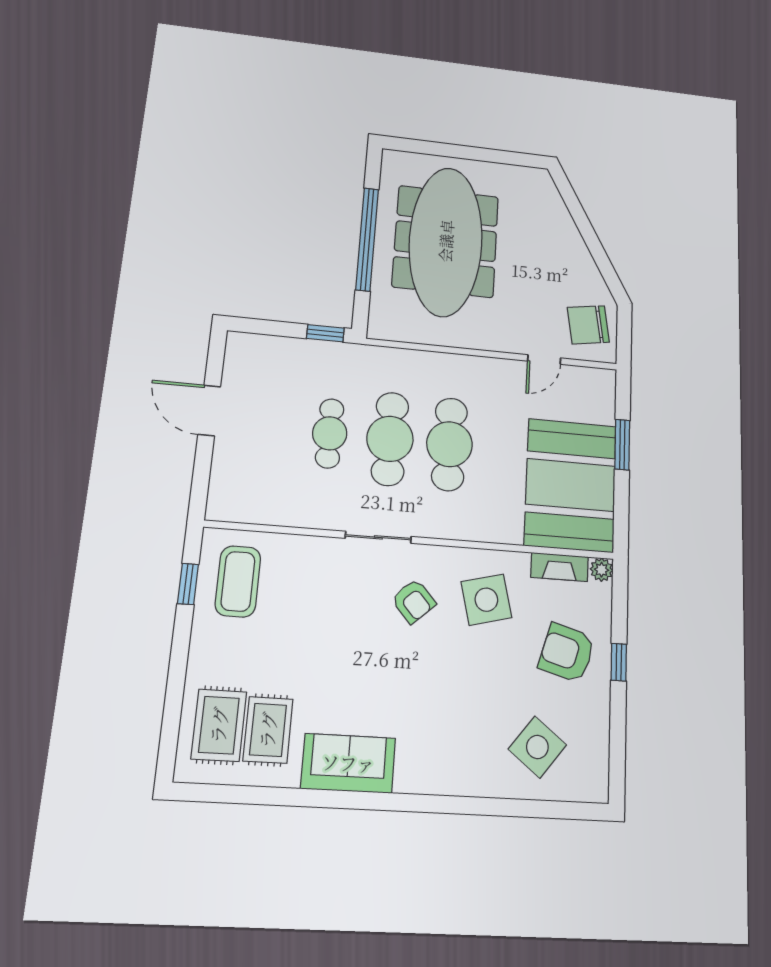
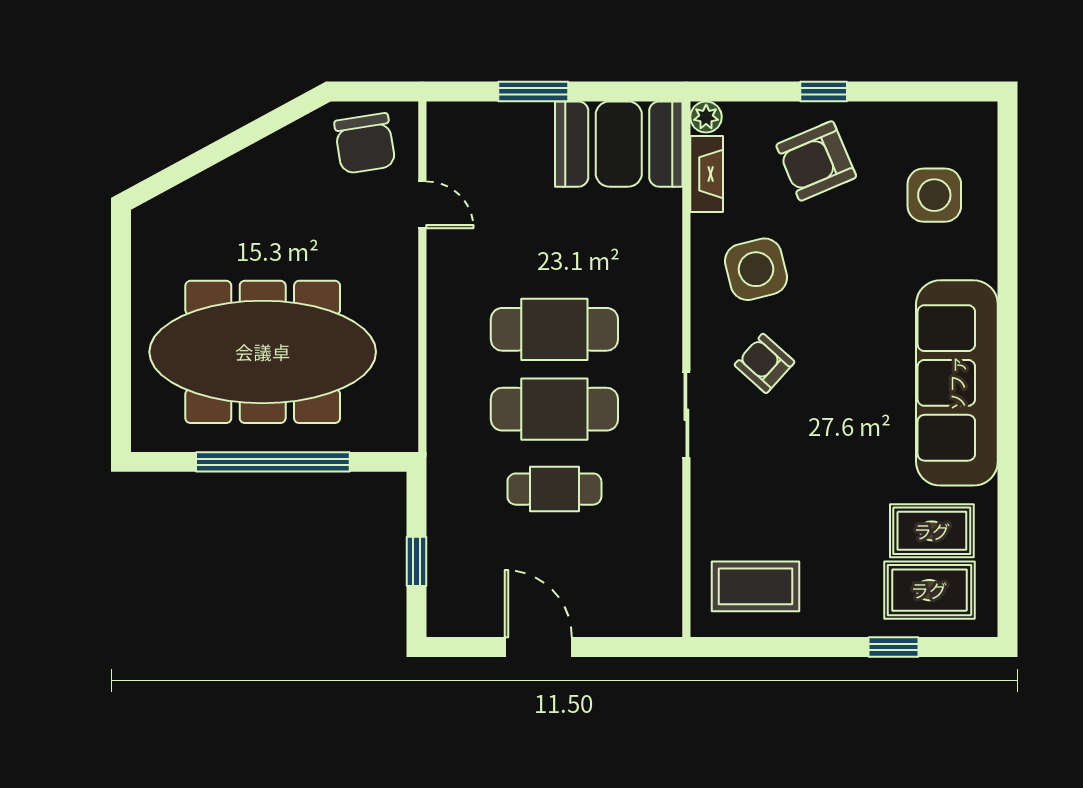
window: (325, 333) -> (417, 561), moved
door: (209, 410) -> (538, 647), swing flipped
booth: (571, 485) -> (619, 144), width x0.73, depth x0.70
window: (188, 584) -> (894, 647), moved
armchair: (414, 601) -> (765, 363), turned -96
armchair: (567, 653) -> (816, 161), turned 51
side table: (537, 747) -> (934, 195), turned -38
sofa: (348, 763) -> (957, 383), width x1.85, depth x1.27

